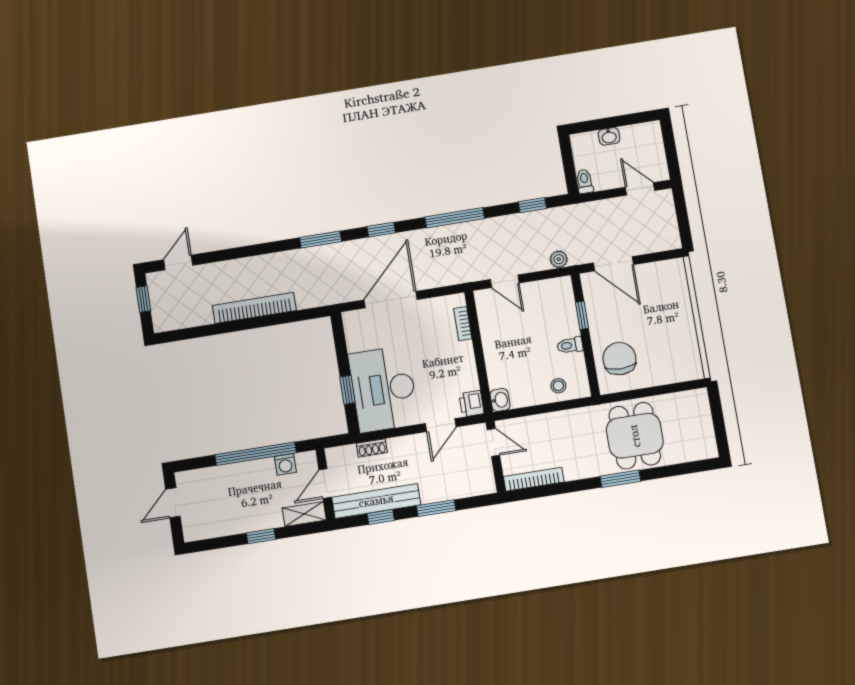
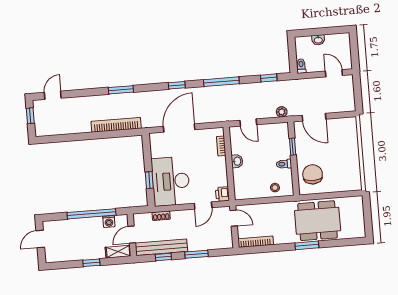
window: (321, 240) -> (121, 90), moved
bookcase: (254, 308) -> (116, 125), moved
washbasin: (500, 400) -> (237, 161), moved
dining table: (635, 436) -> (318, 221), width x1.38

